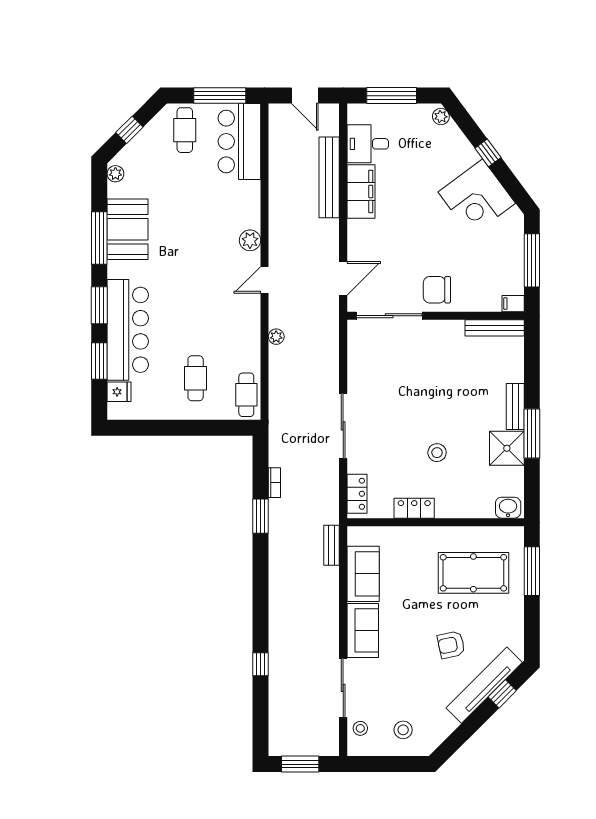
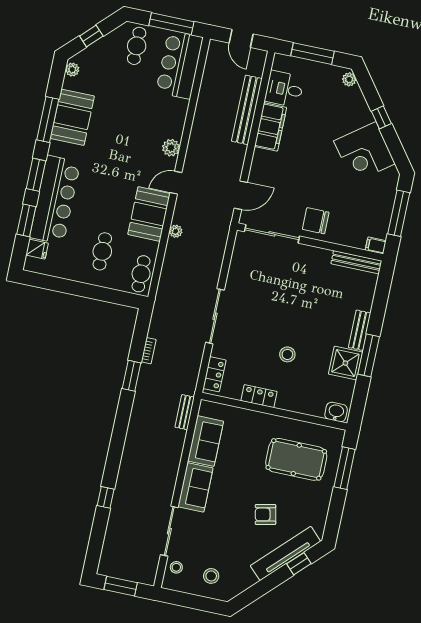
booth: (241, 323) -> (149, 214), added

